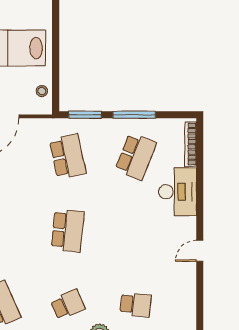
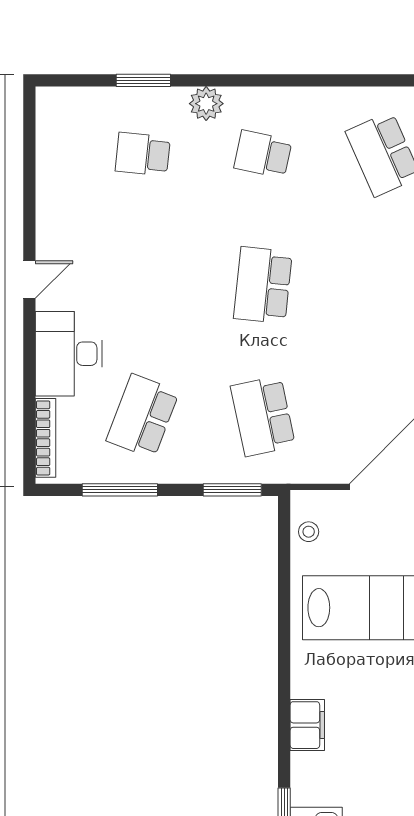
window: (134, 115) -> (120, 490), moved
door: (200, 251) -> (29, 279), moved
school desk: (68, 305) -> (263, 154), turned 36

